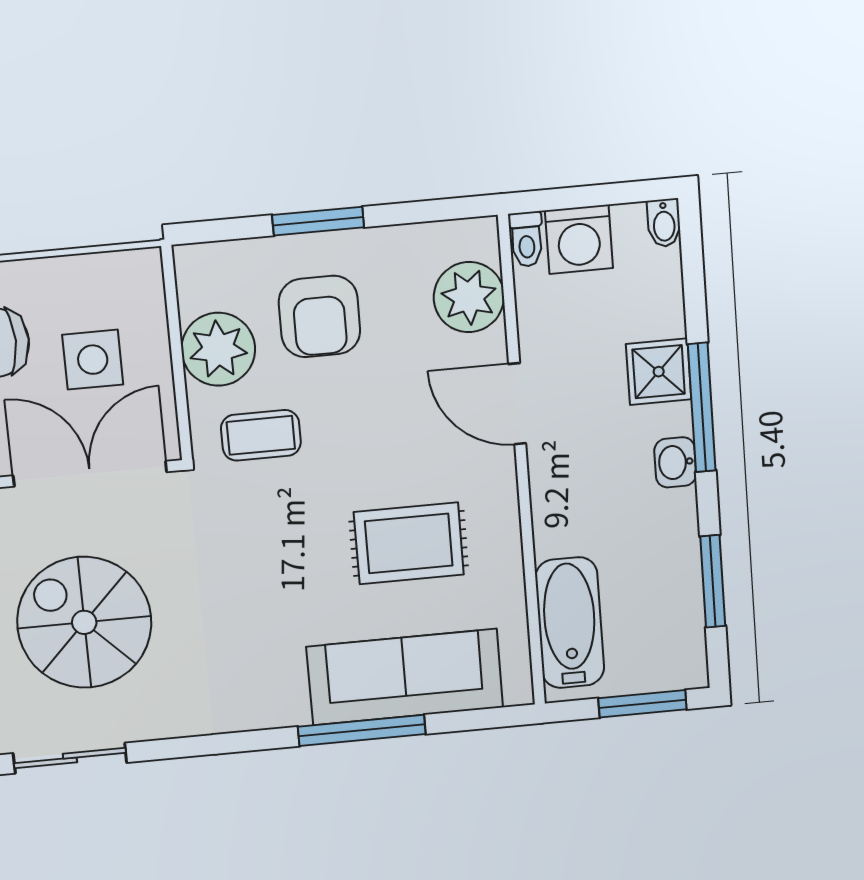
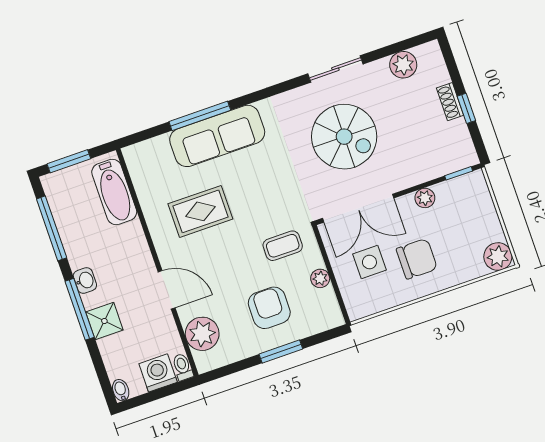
plant: (218, 349) -> (320, 278), width x0.53, depth x0.53
window: (713, 581) -> (52, 228), width x1.44
sofa: (405, 677) -> (217, 136), moved

